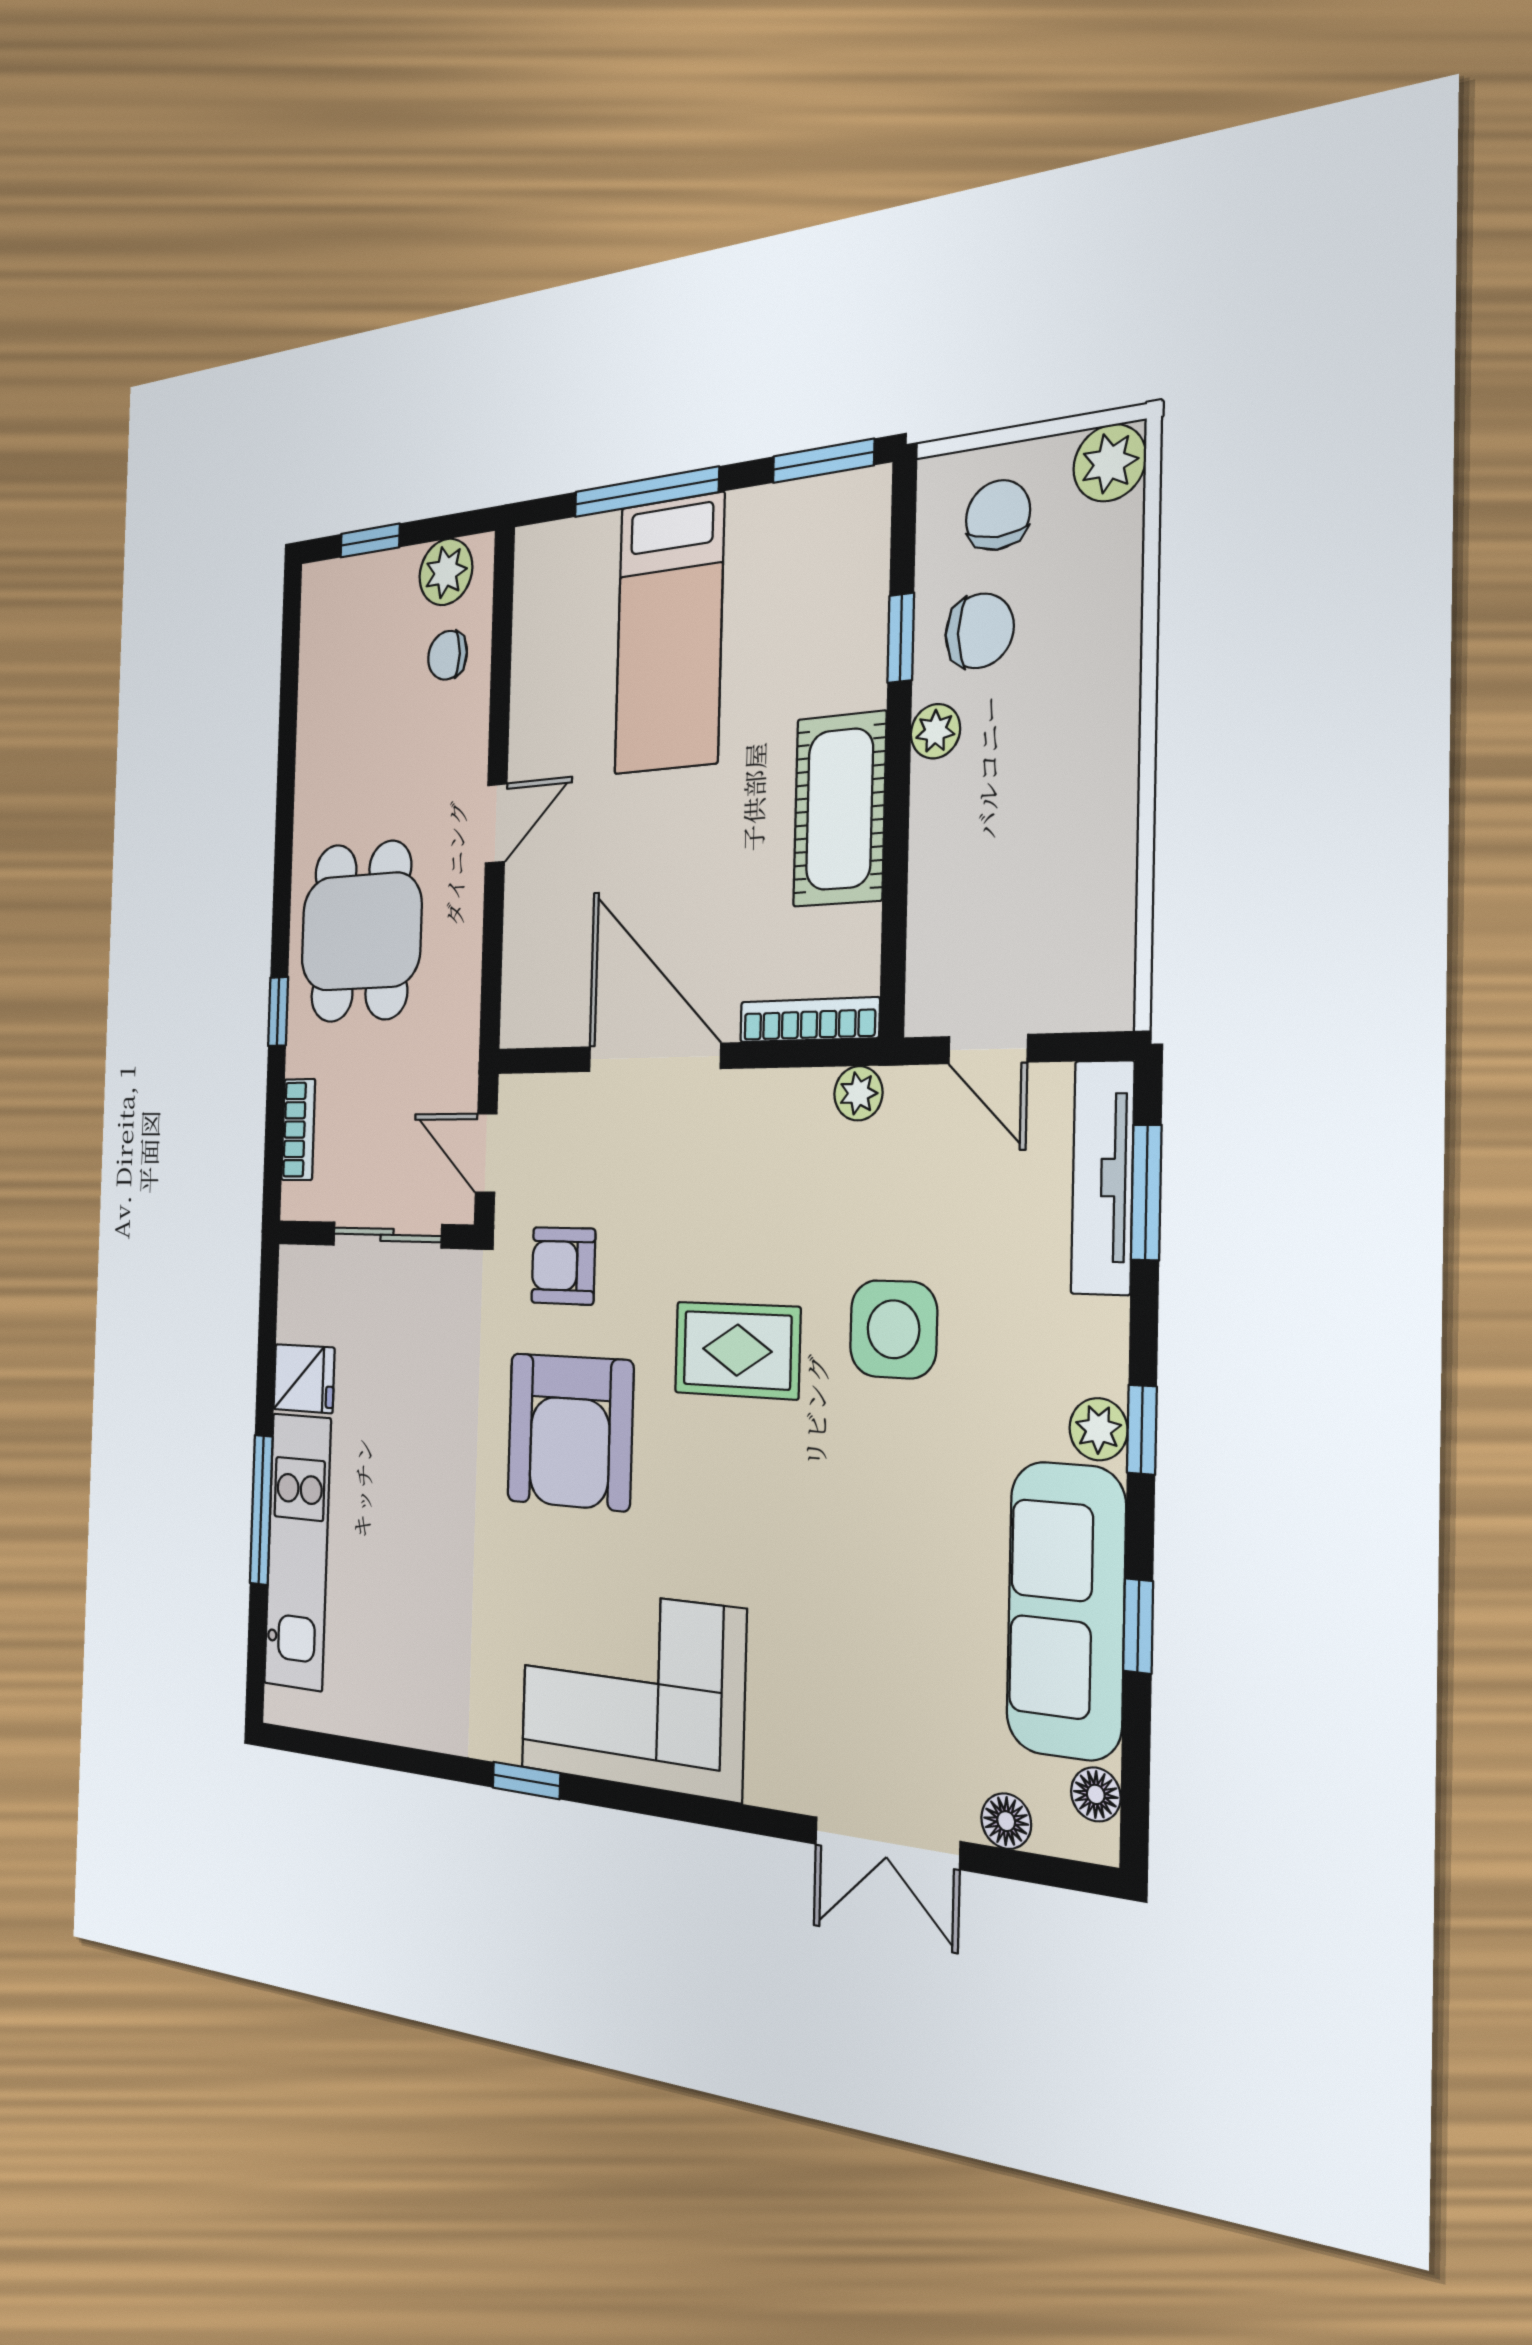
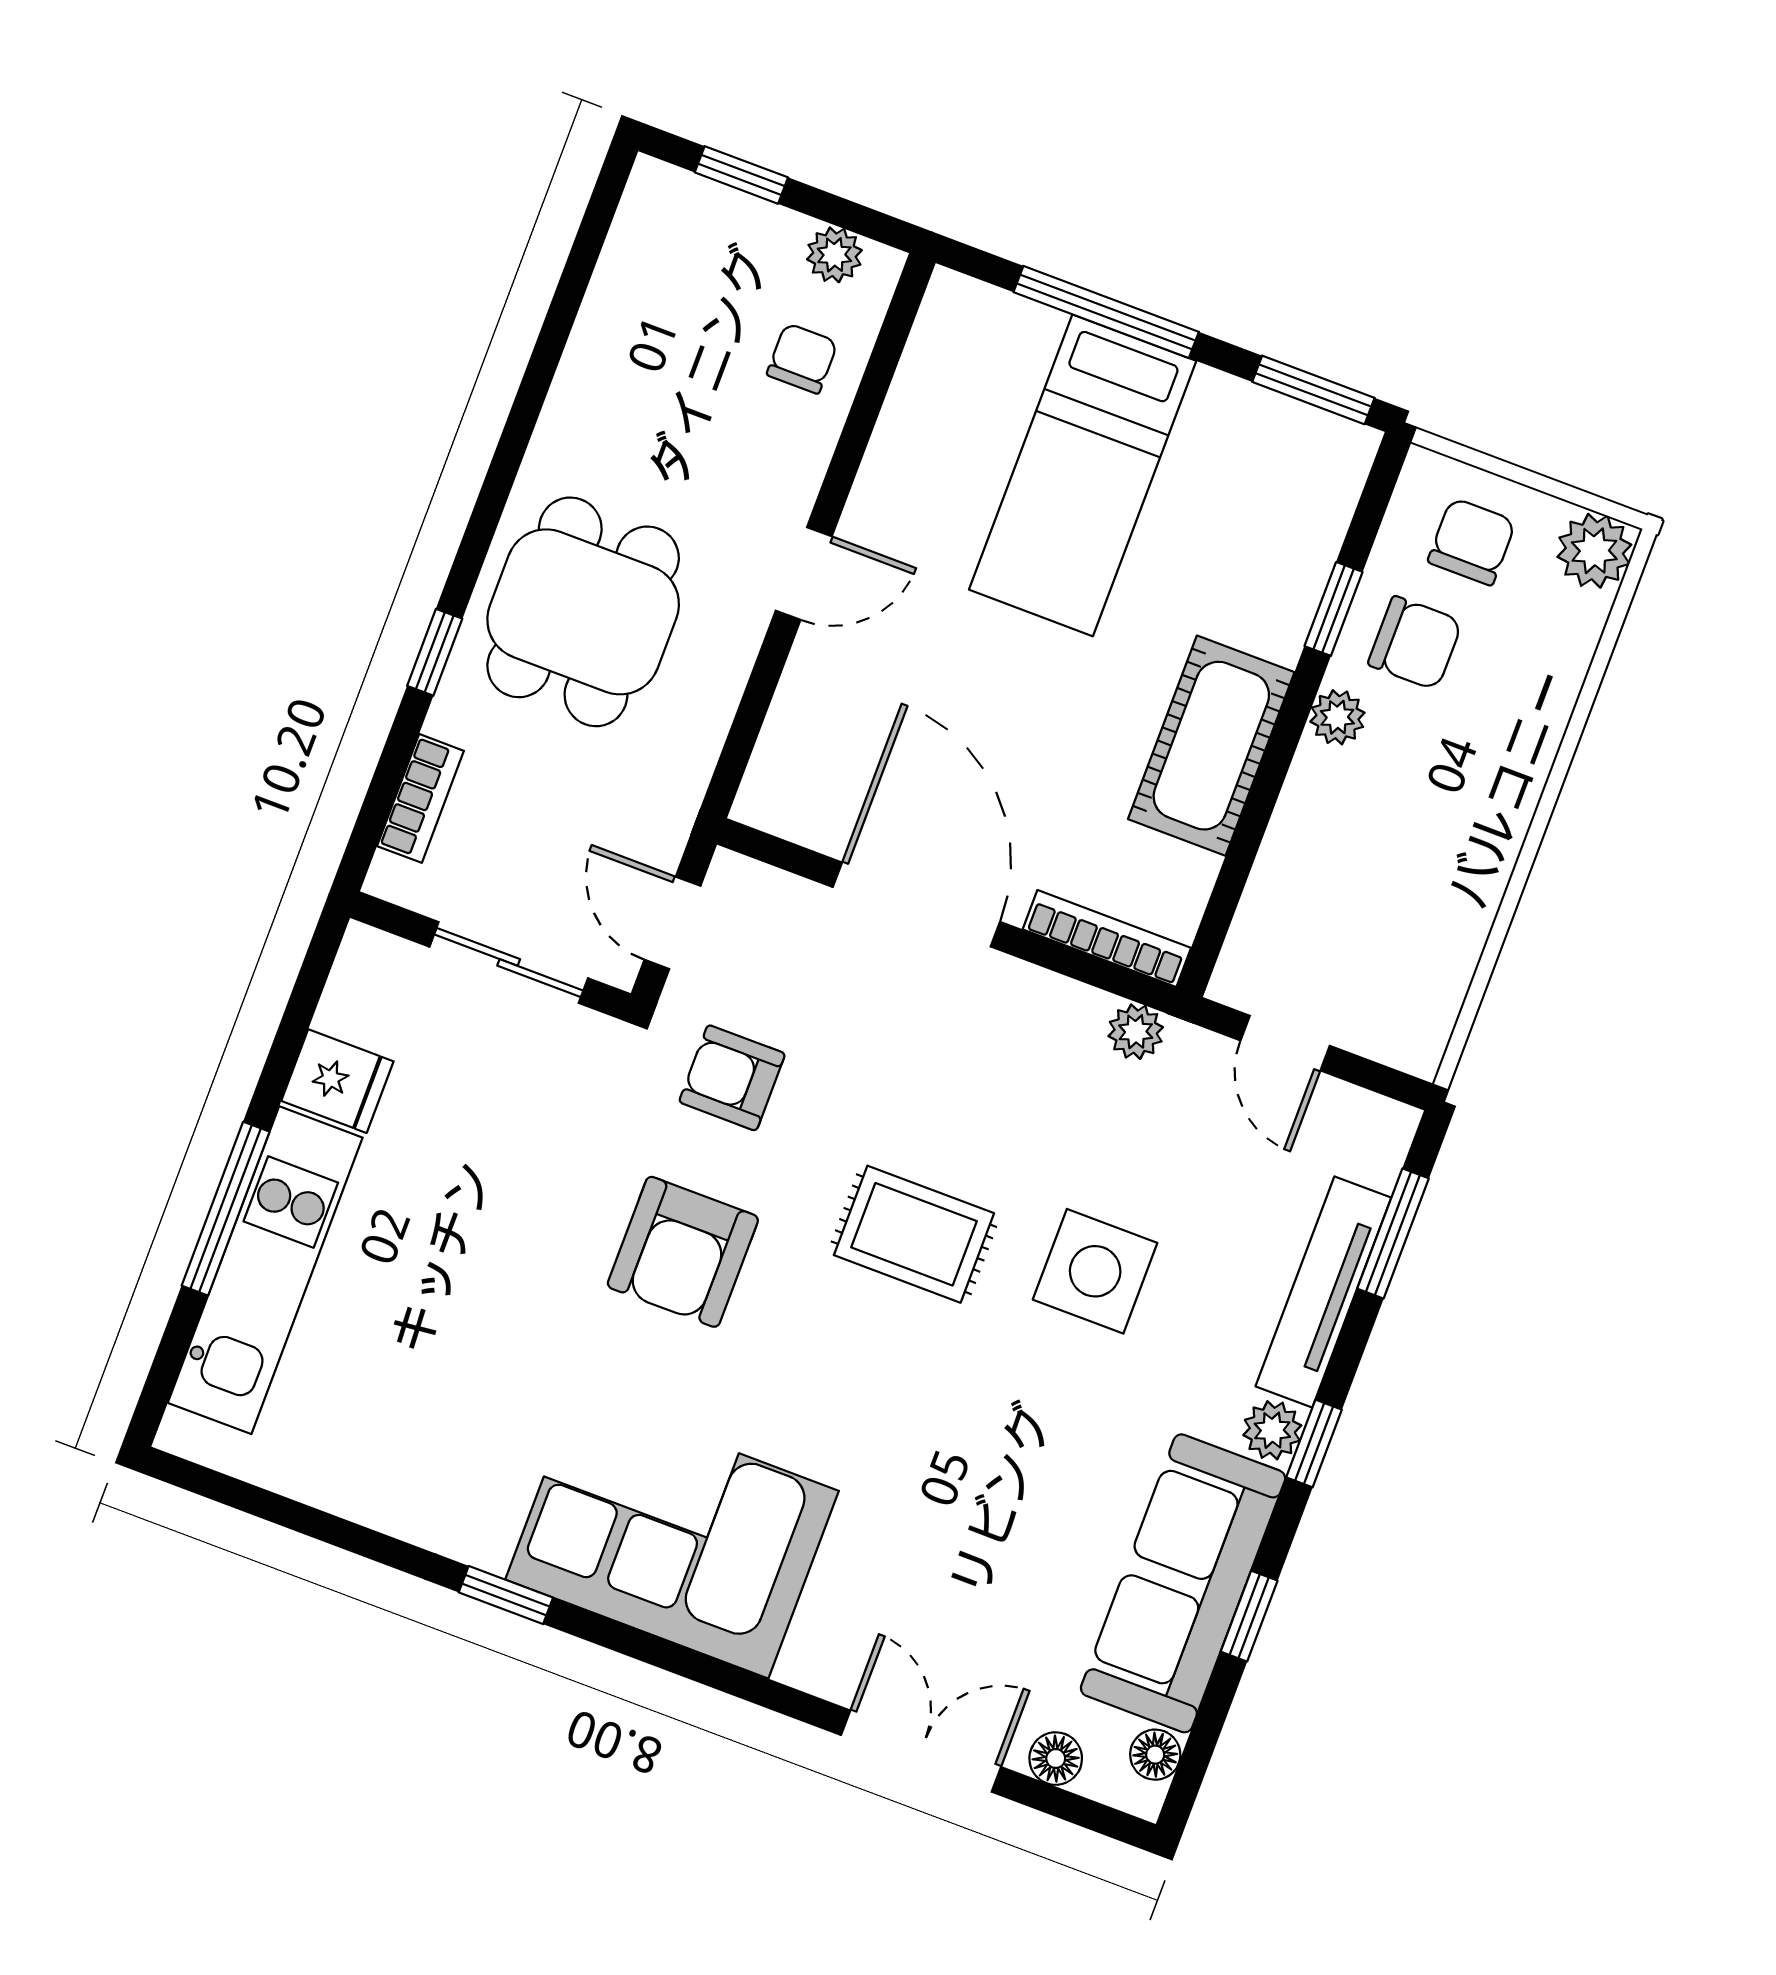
plant: (446, 572) -> (834, 255), width x0.73, depth x0.73
chair: (448, 655) -> (802, 358), turned 90
tv unit: (1103, 1177) -> (1323, 1292), moved
armchair: (570, 1431) -> (683, 1252), width x0.73, depth x0.73
double door: (887, 1843) -> (921, 1751), swing flipped

